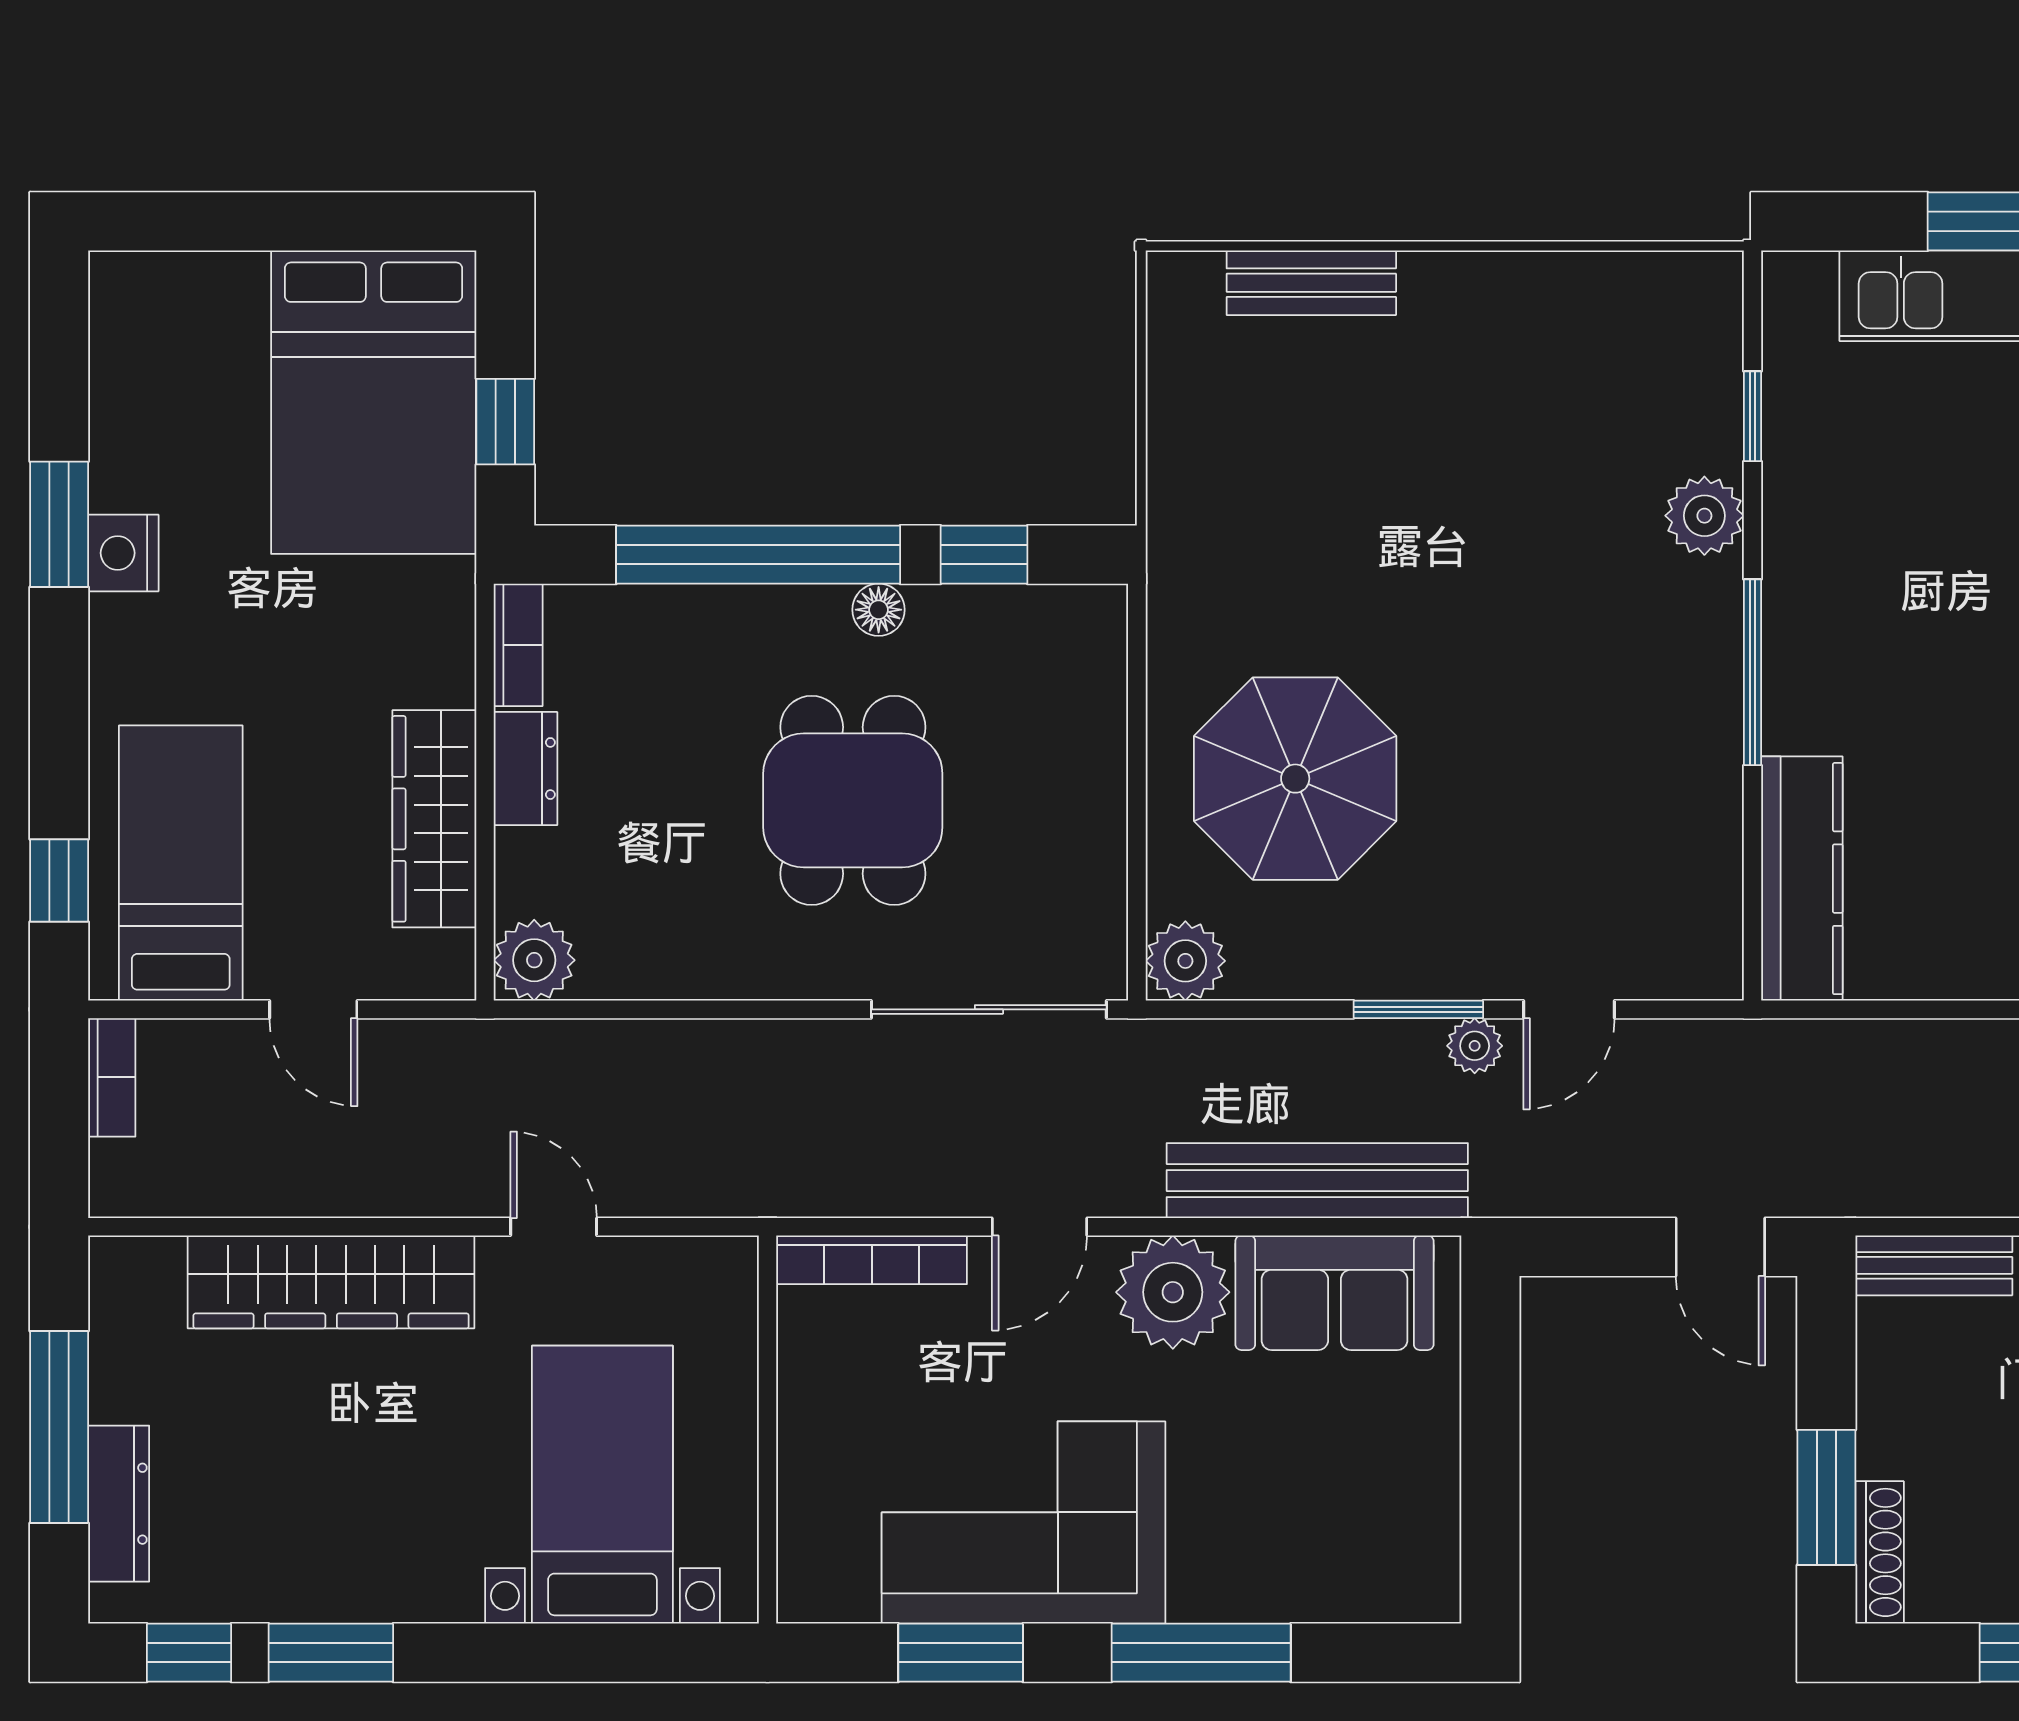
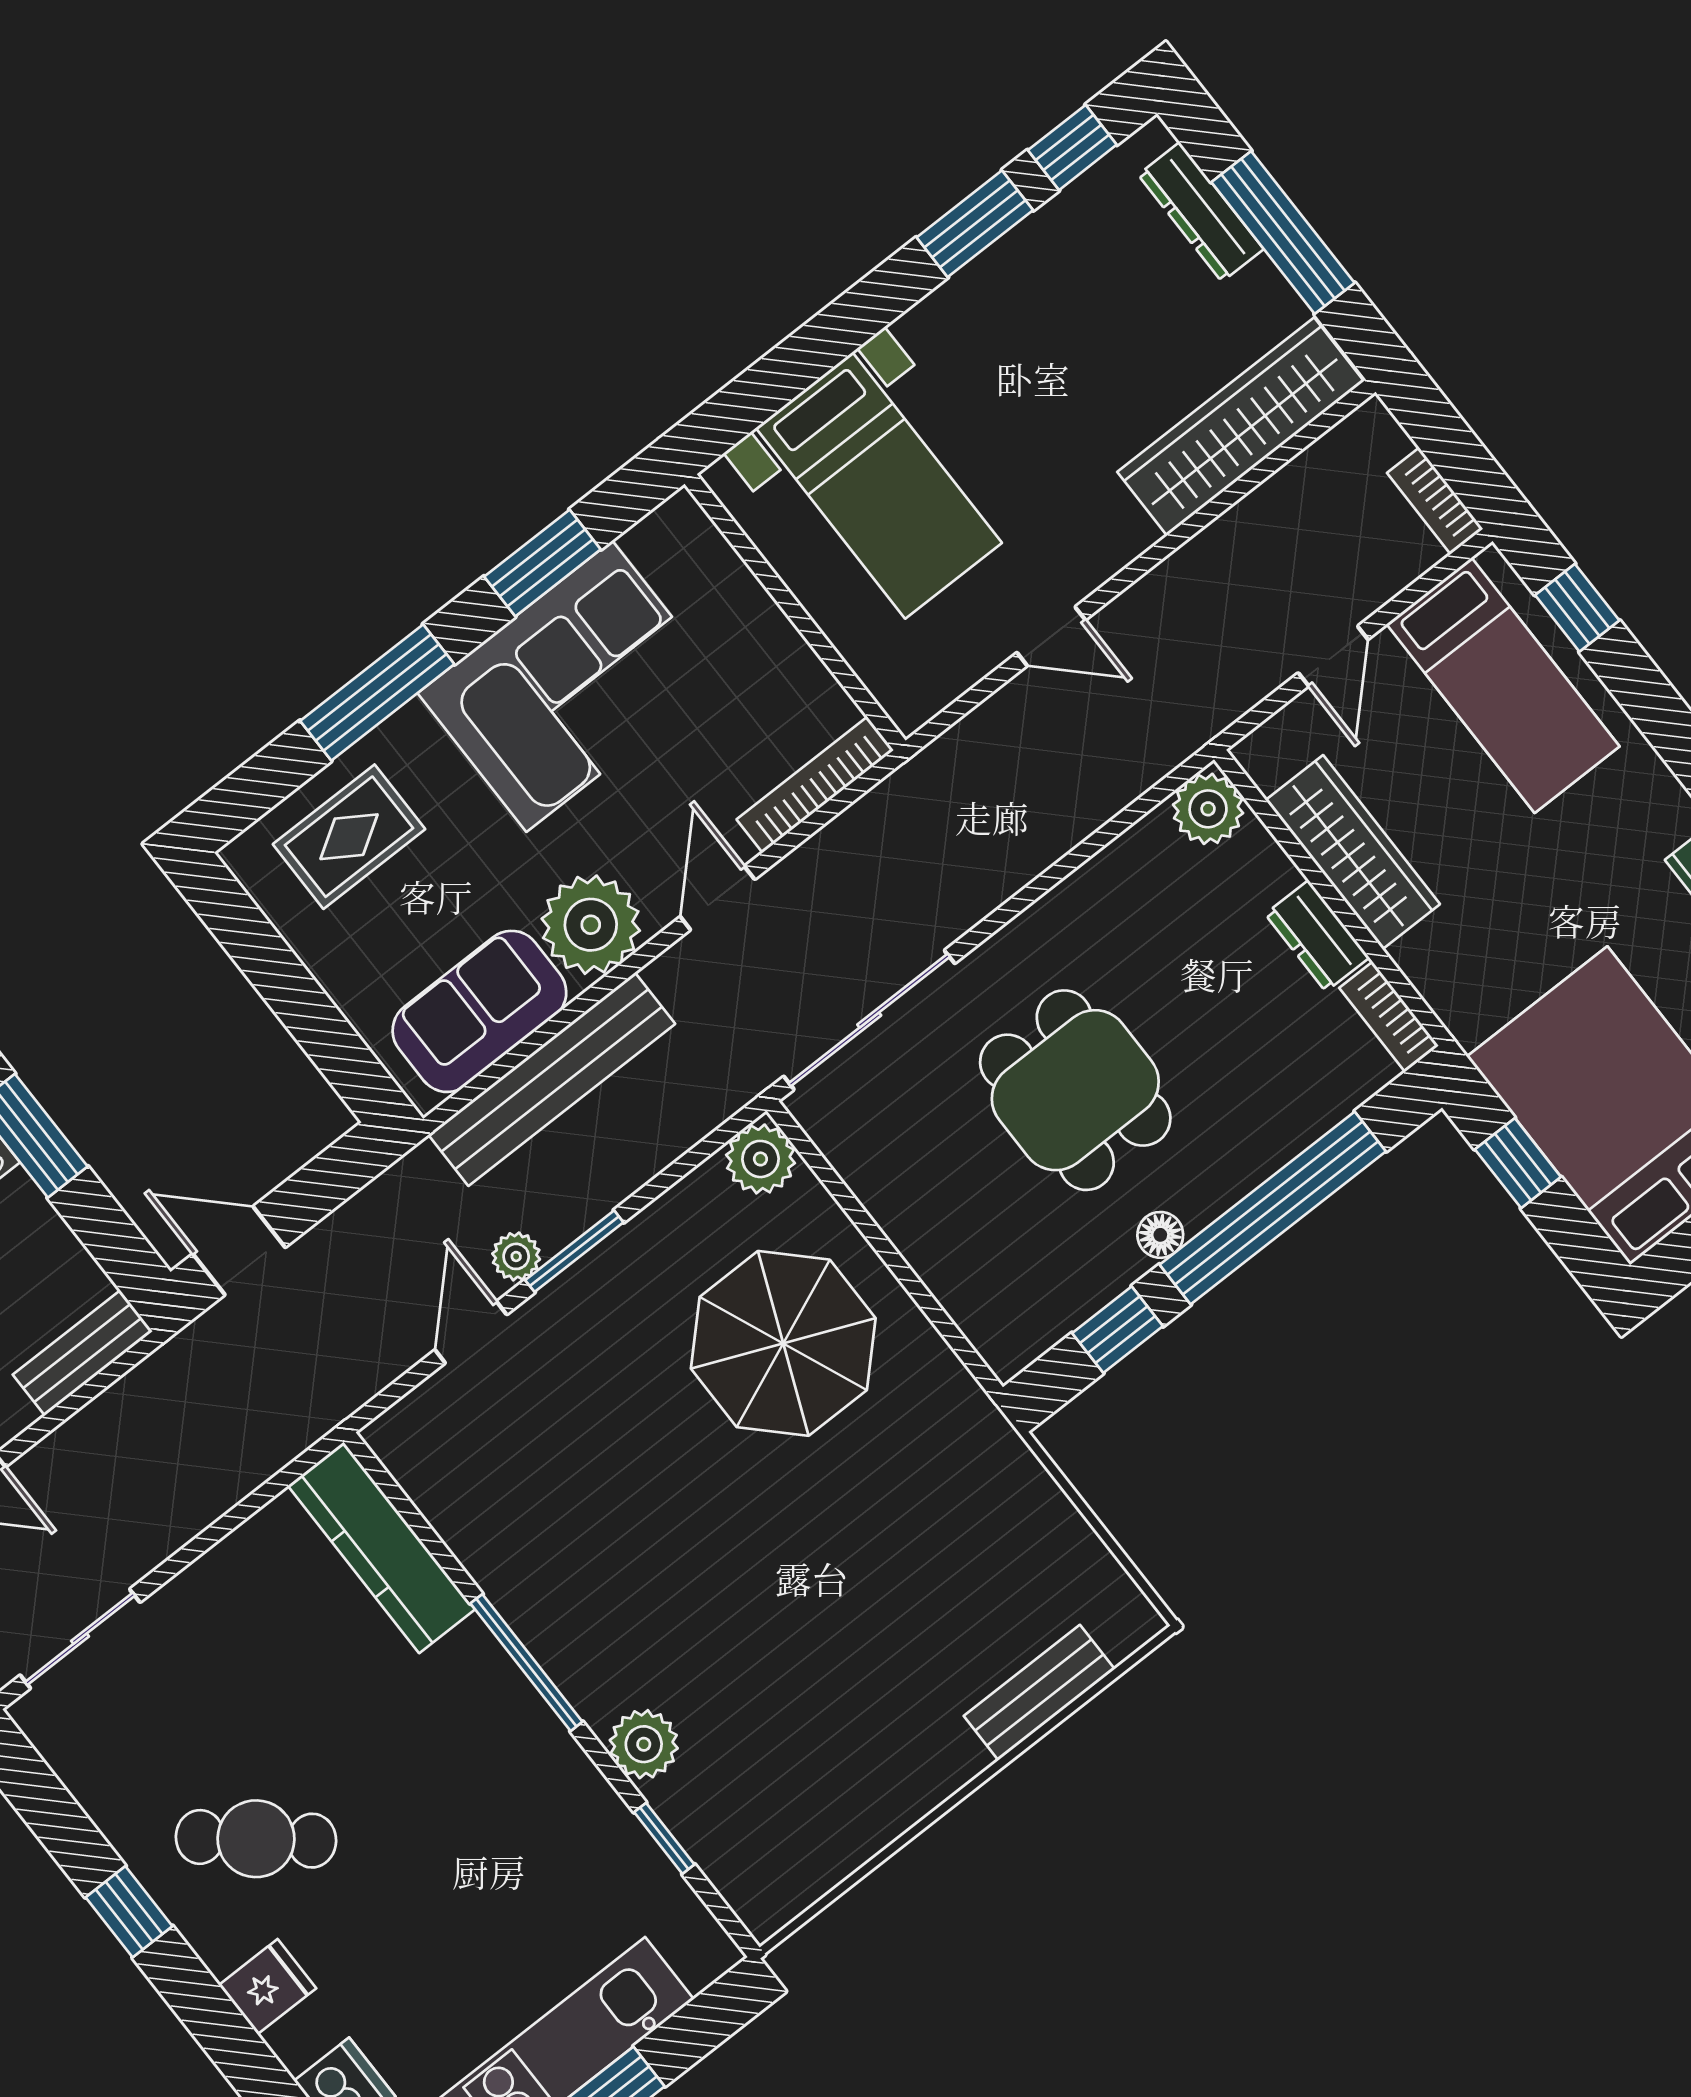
door: (313, 1009) -> (1333, 656), swing flipped
wardrobe: (331, 1282) -> (1241, 427), moved
rug: (1329, 1543) -> (349, 837), added

